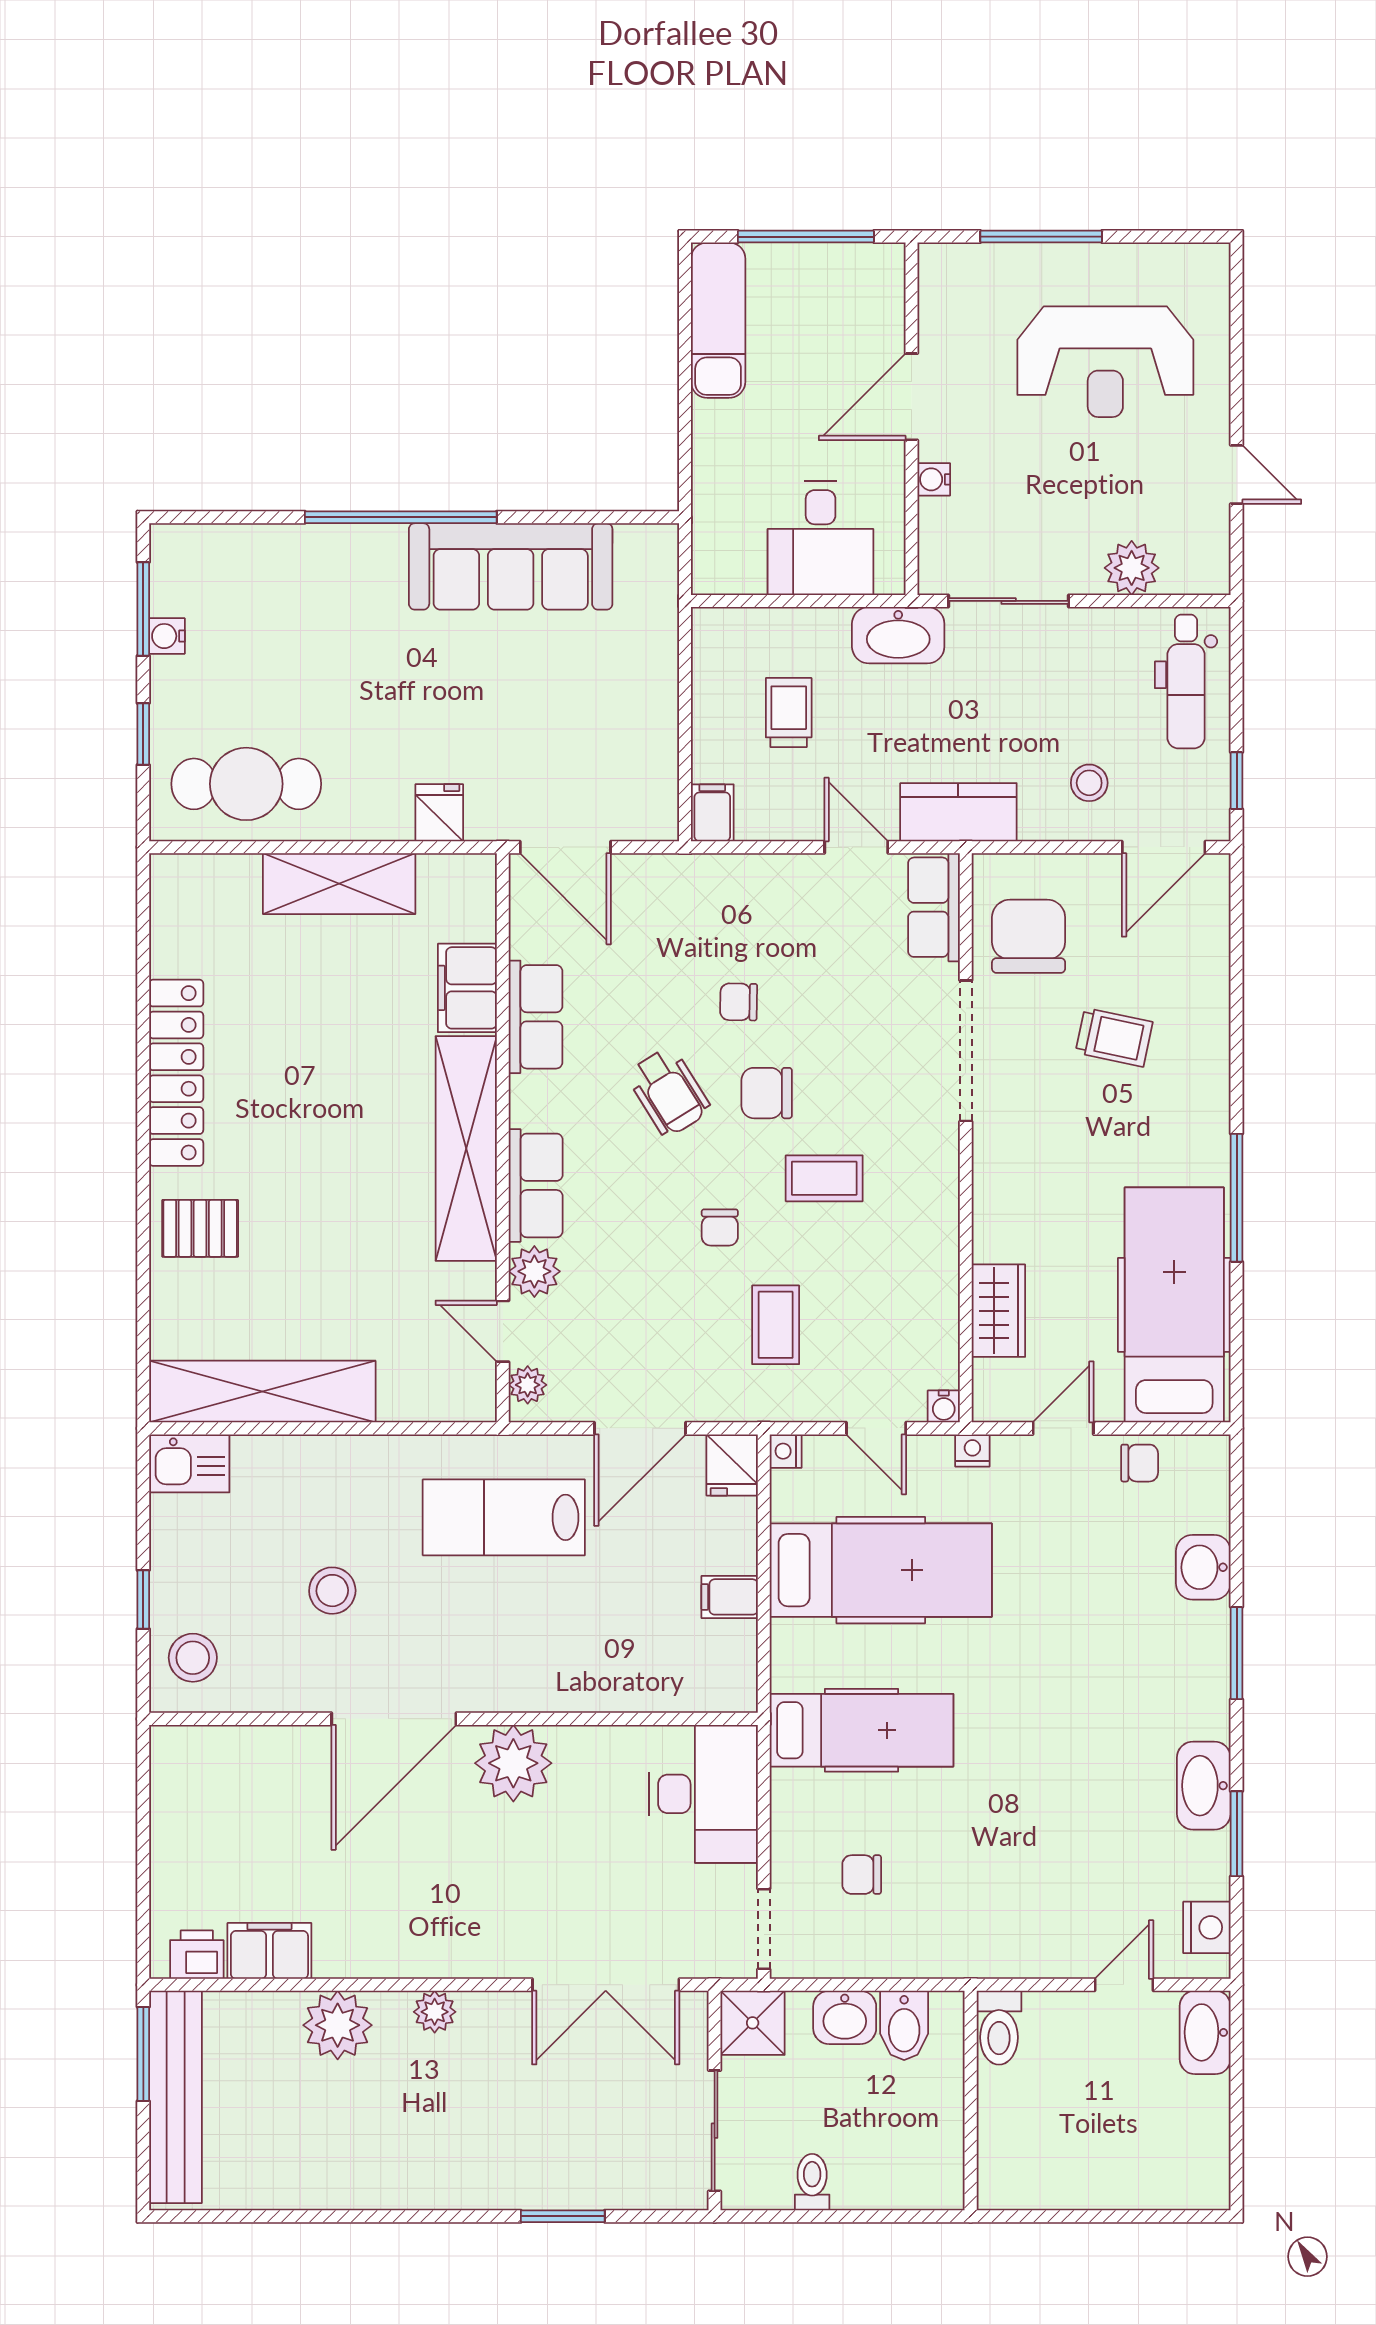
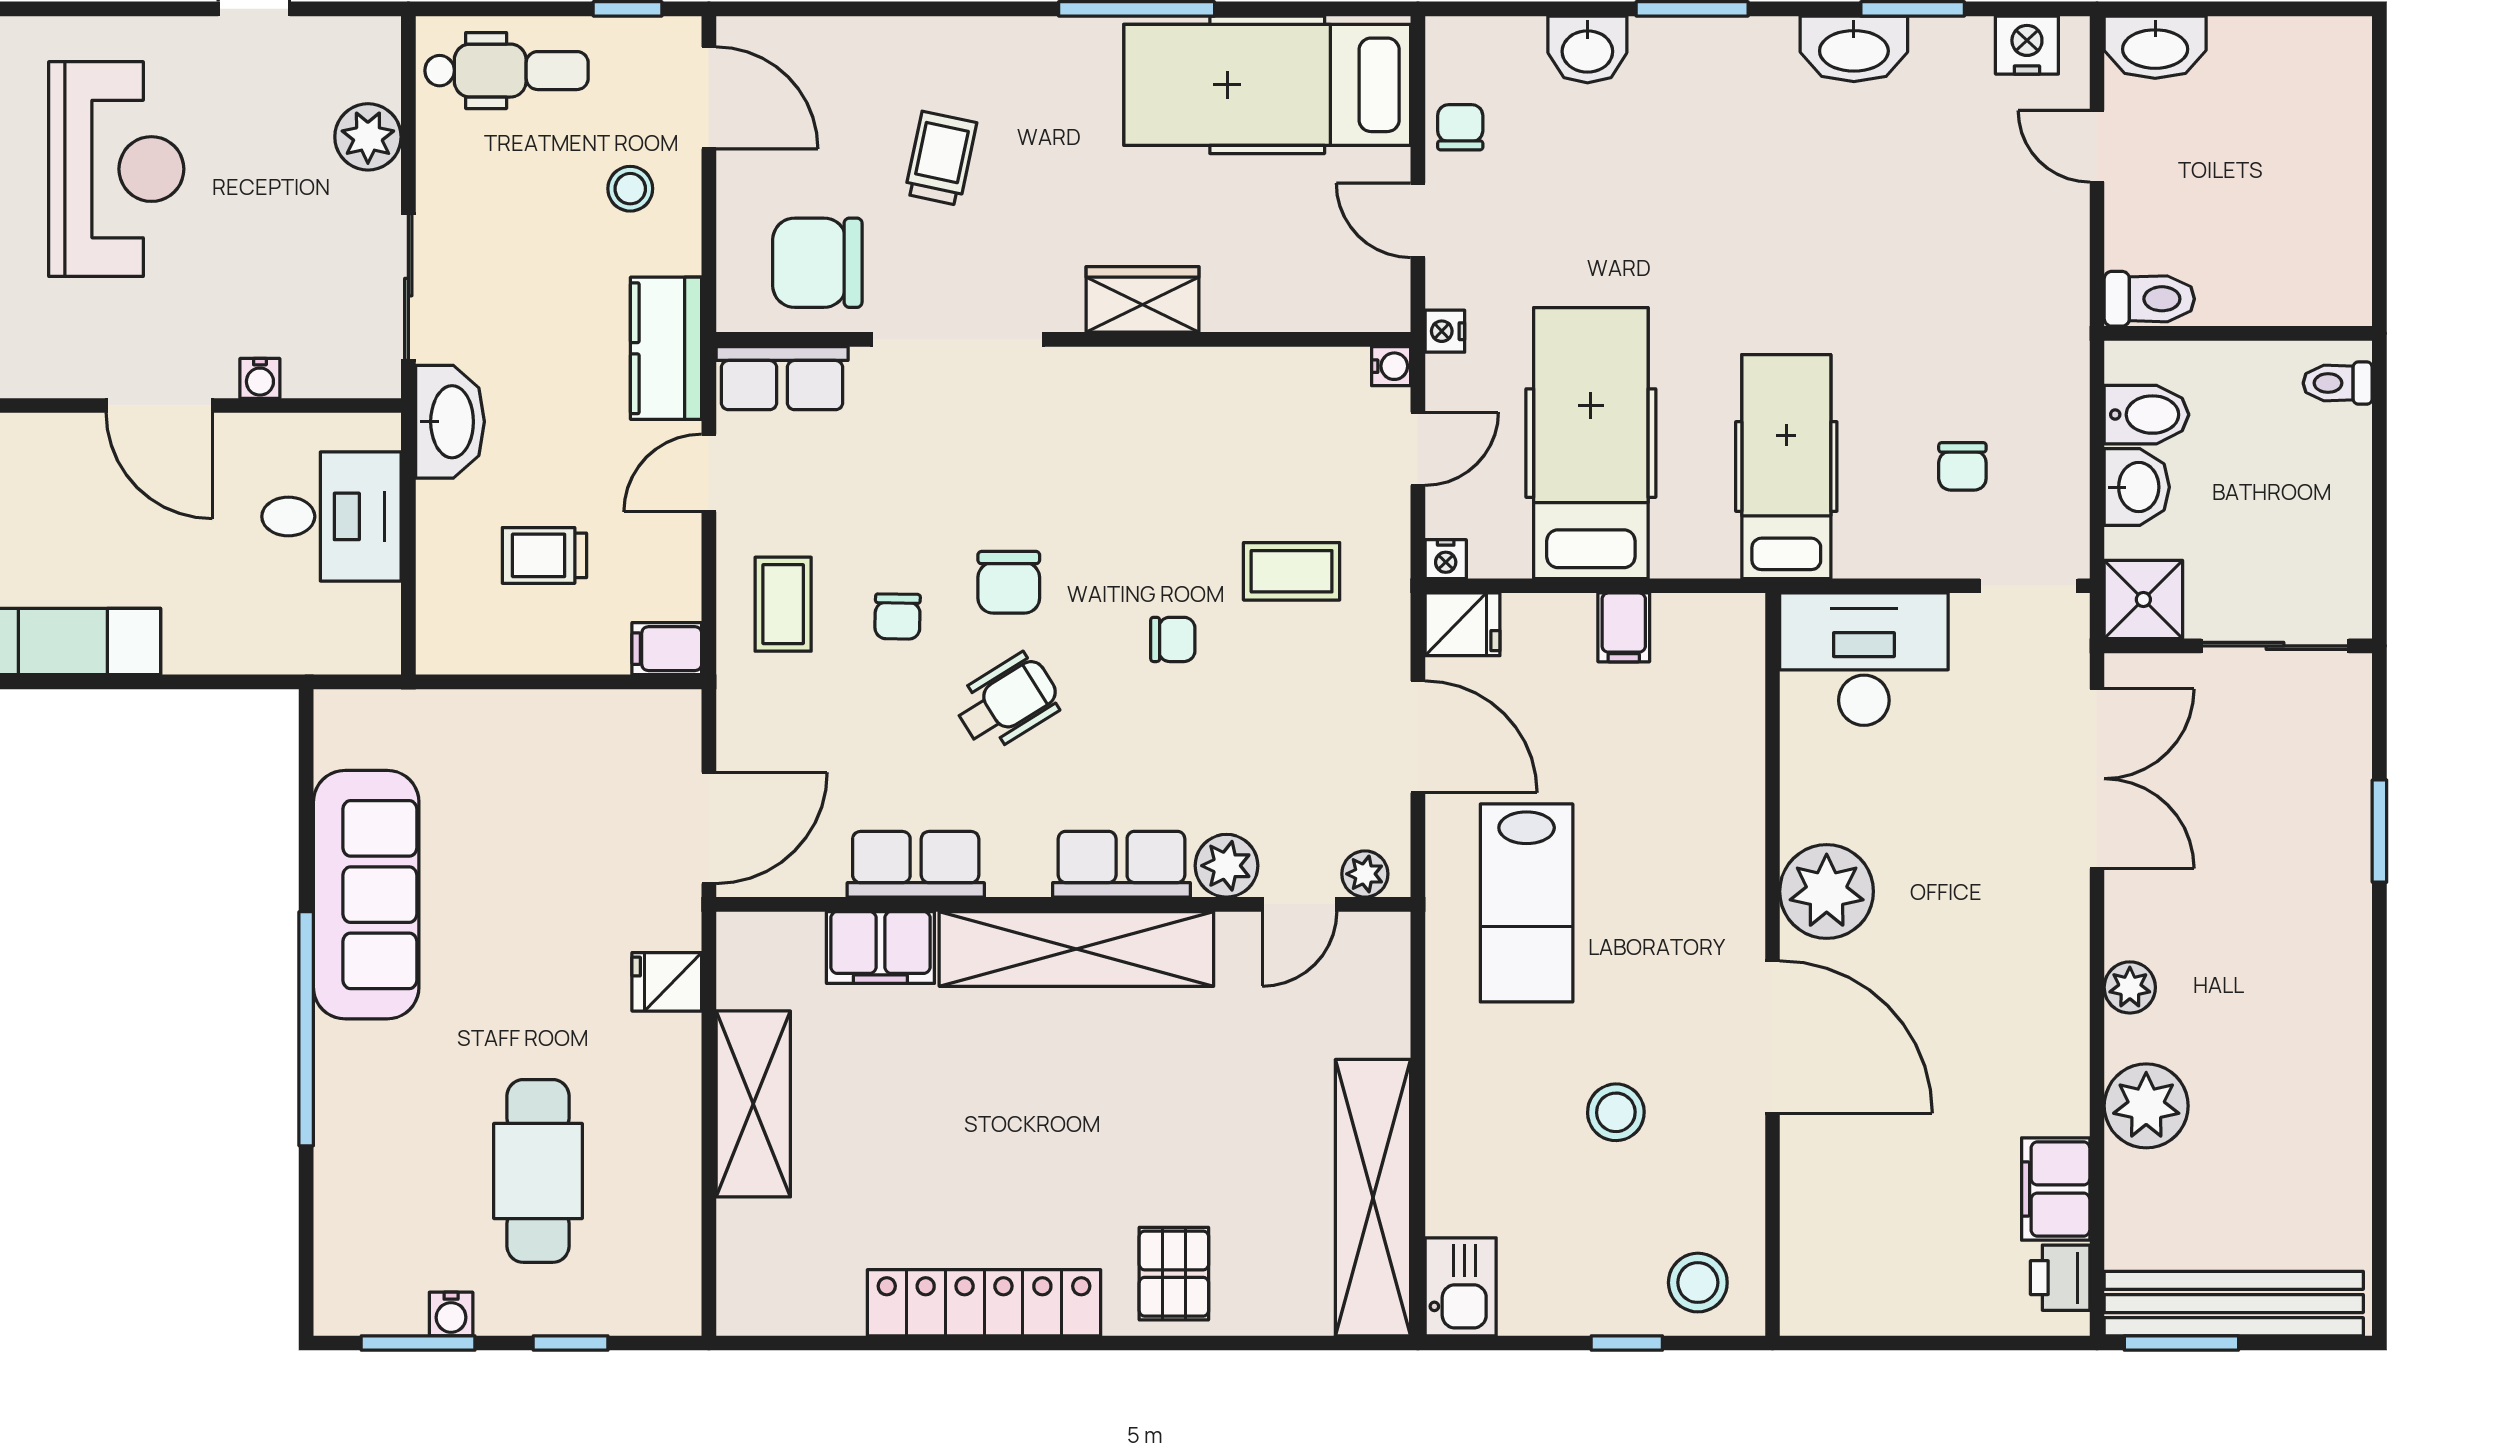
cafe table: (246, 784) -> (538, 1171), moved
coffee table: (824, 1178) -> (783, 604), moved
wardrobe: (998, 1311) -> (1142, 299), moved
toilet: (812, 2182) -> (2338, 383), moved

